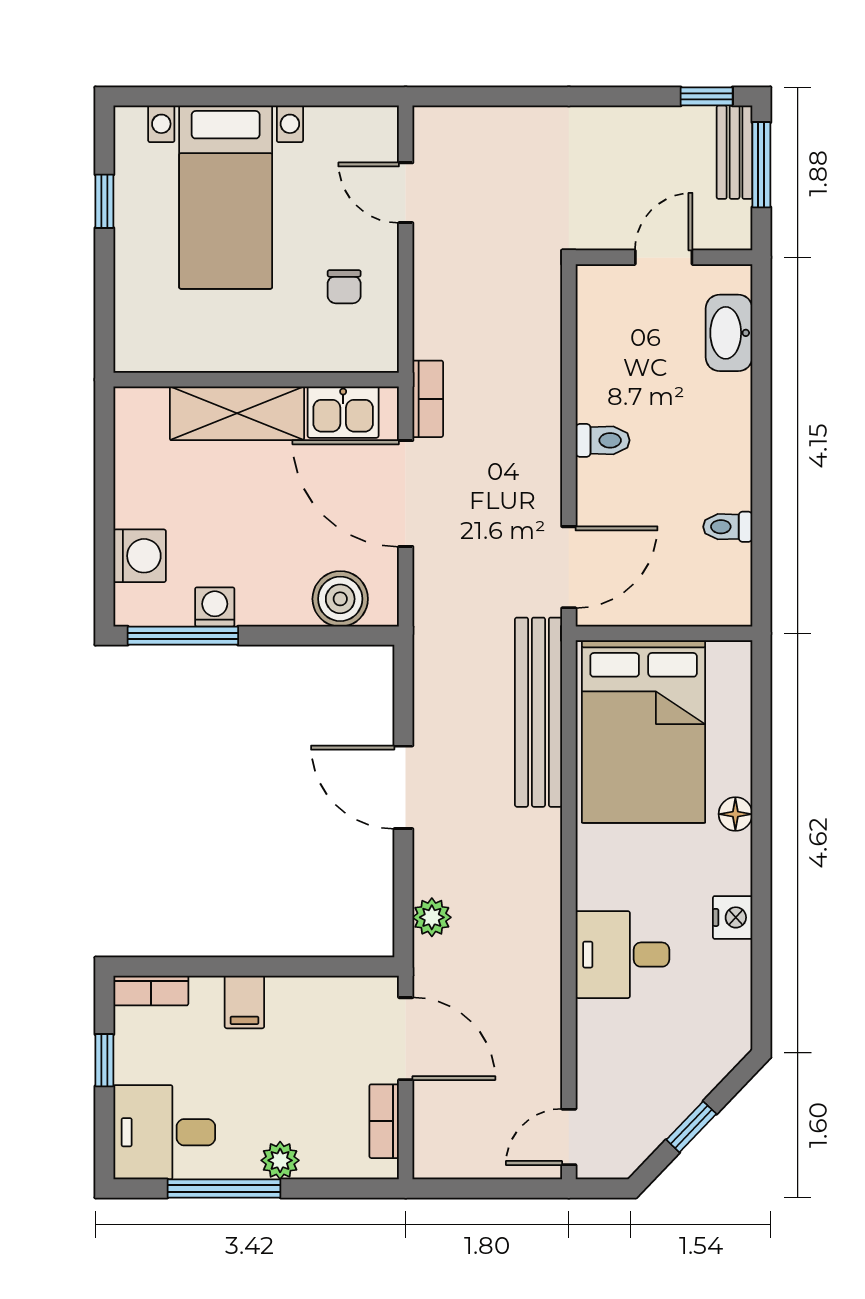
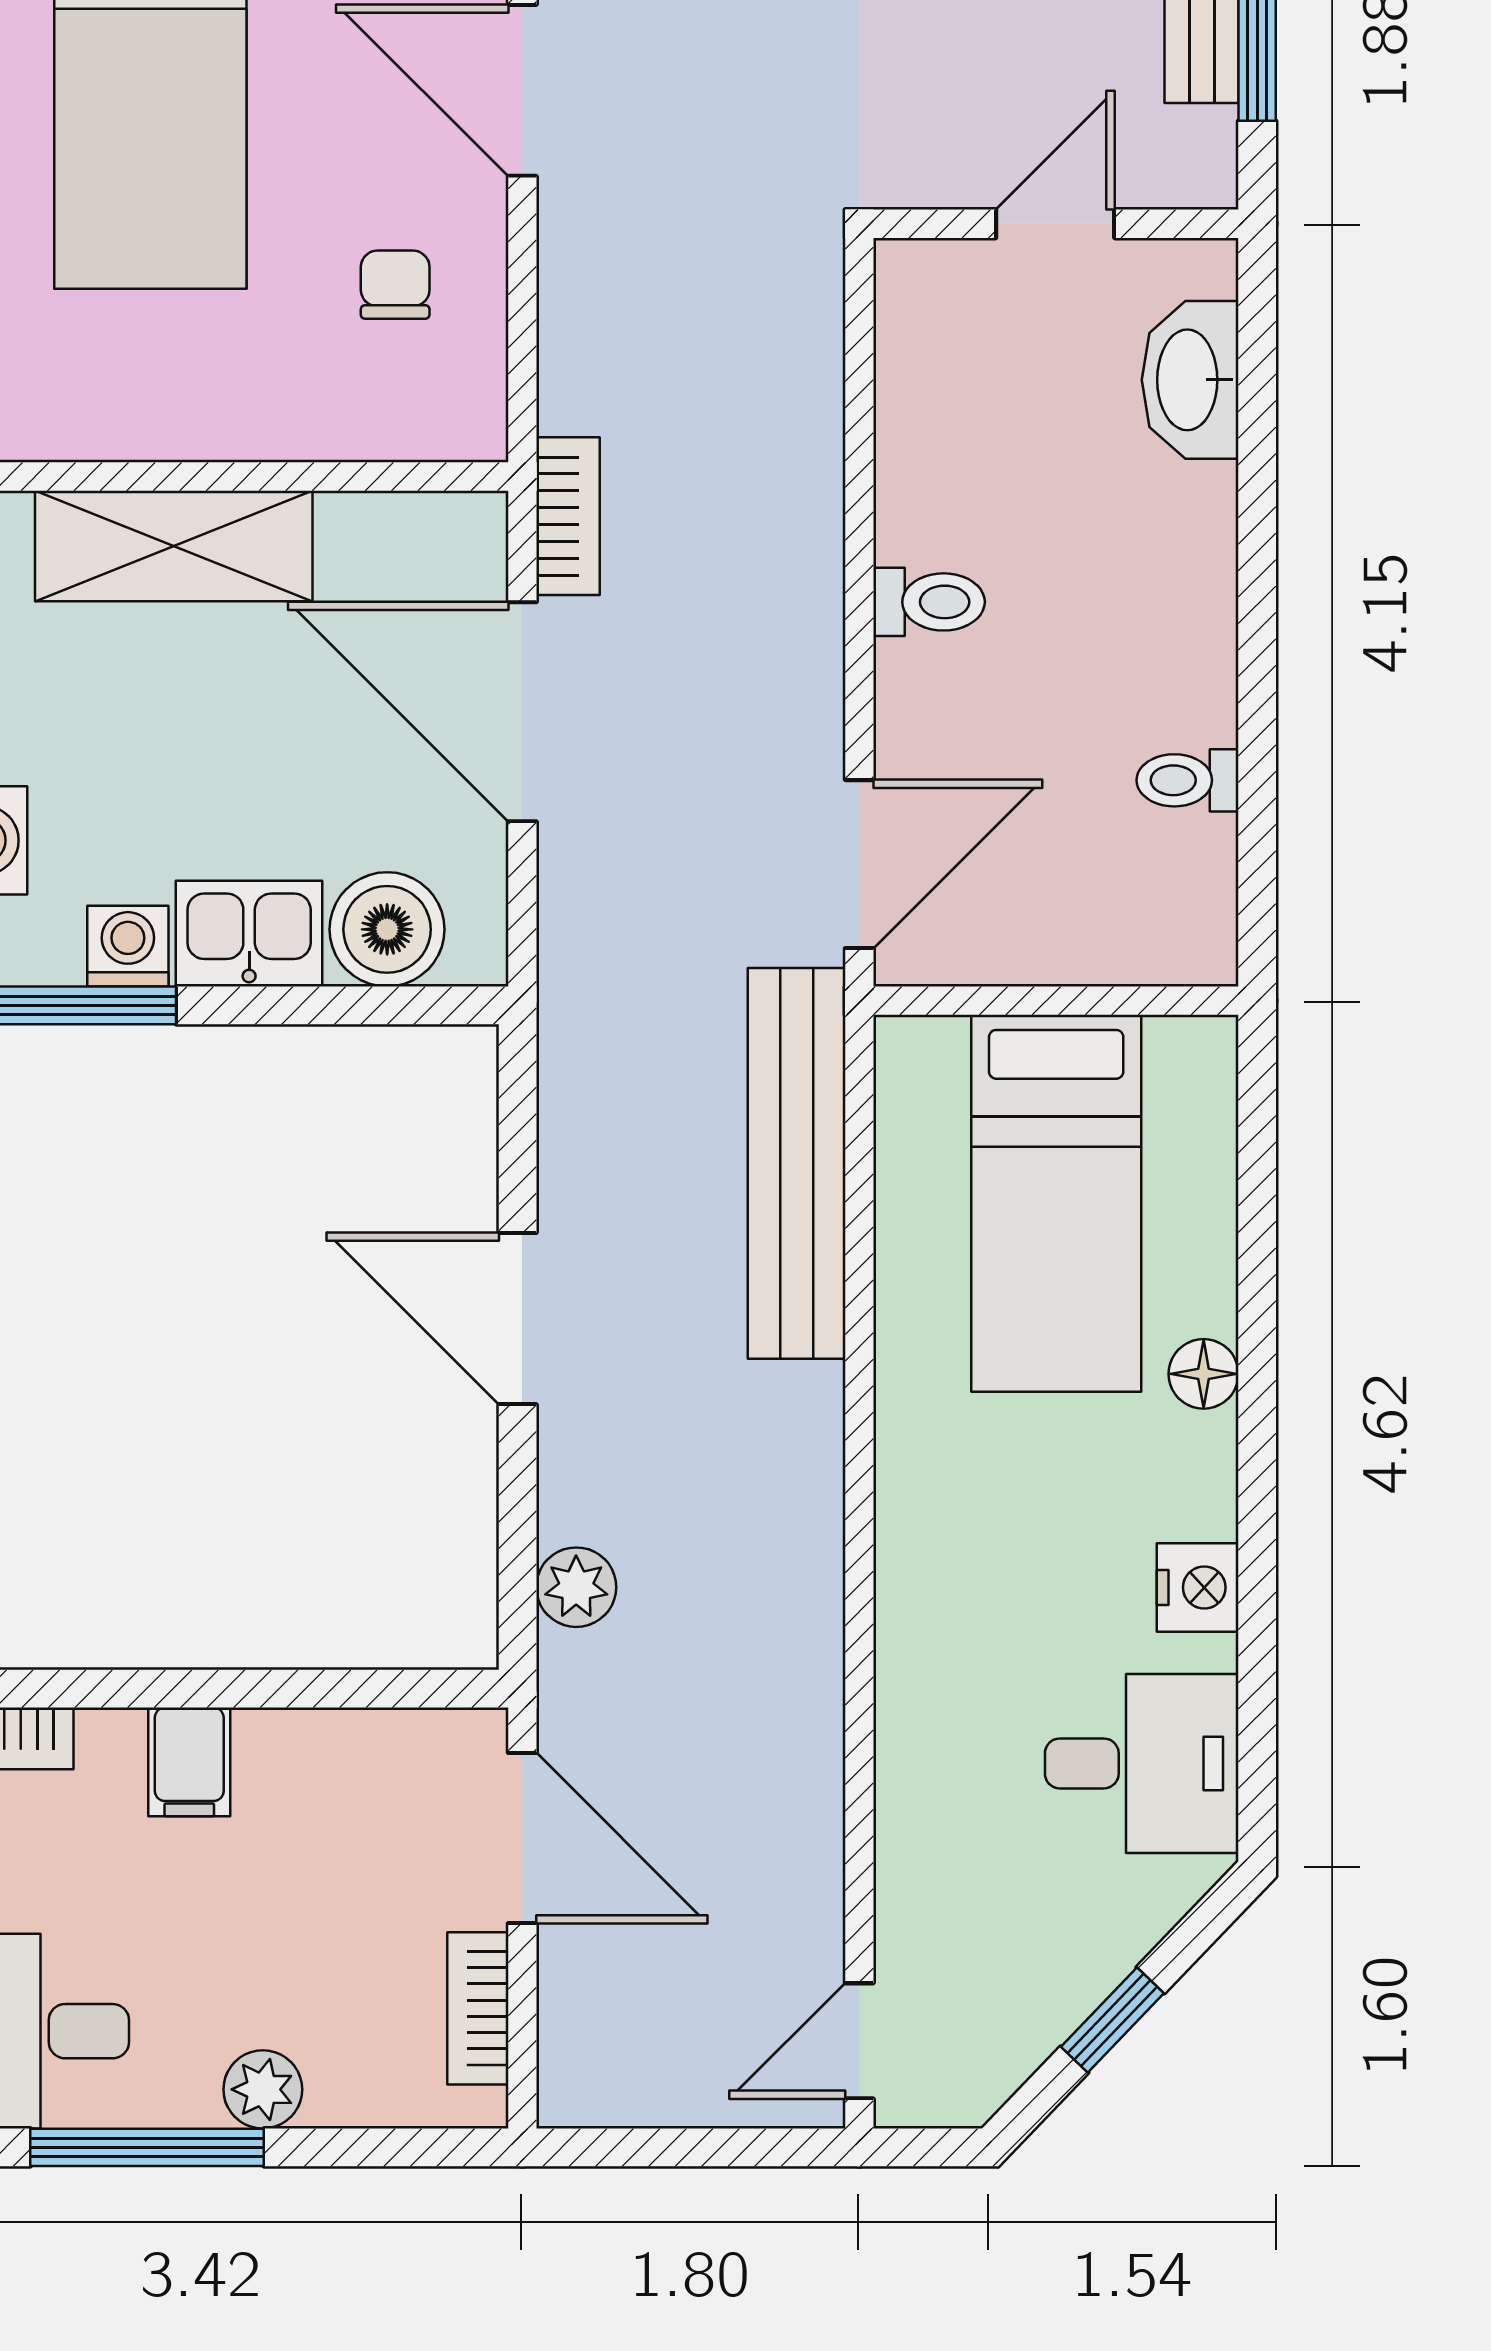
door: (406, 193) -> (522, 90), width x1.38
chair: (344, 287) -> (395, 285), turned 180
kitchen sink: (343, 412) -> (249, 934), moved, turned 180
bed: (644, 731) -> (1056, 1203), width x0.67
desk: (622, 955) -> (1142, 1763), moved, turned 180

